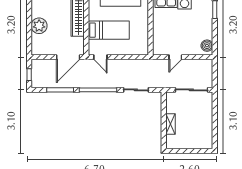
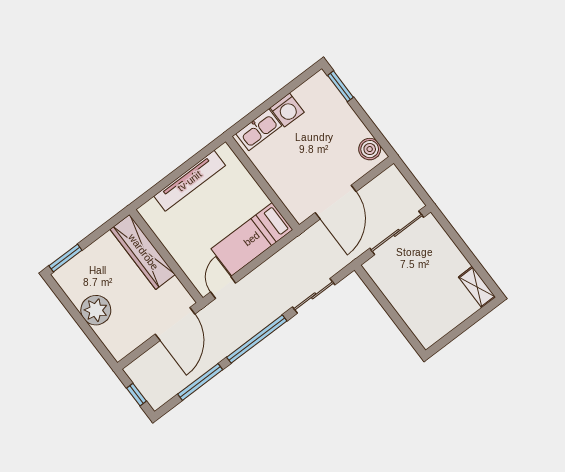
bed: (109, 30) -> (252, 239), moved, turned 180
door: (100, 57) -> (223, 288), swing flipped
door: (175, 57) -> (336, 202), width x1.88
shelving: (170, 124) -> (477, 287), moved

